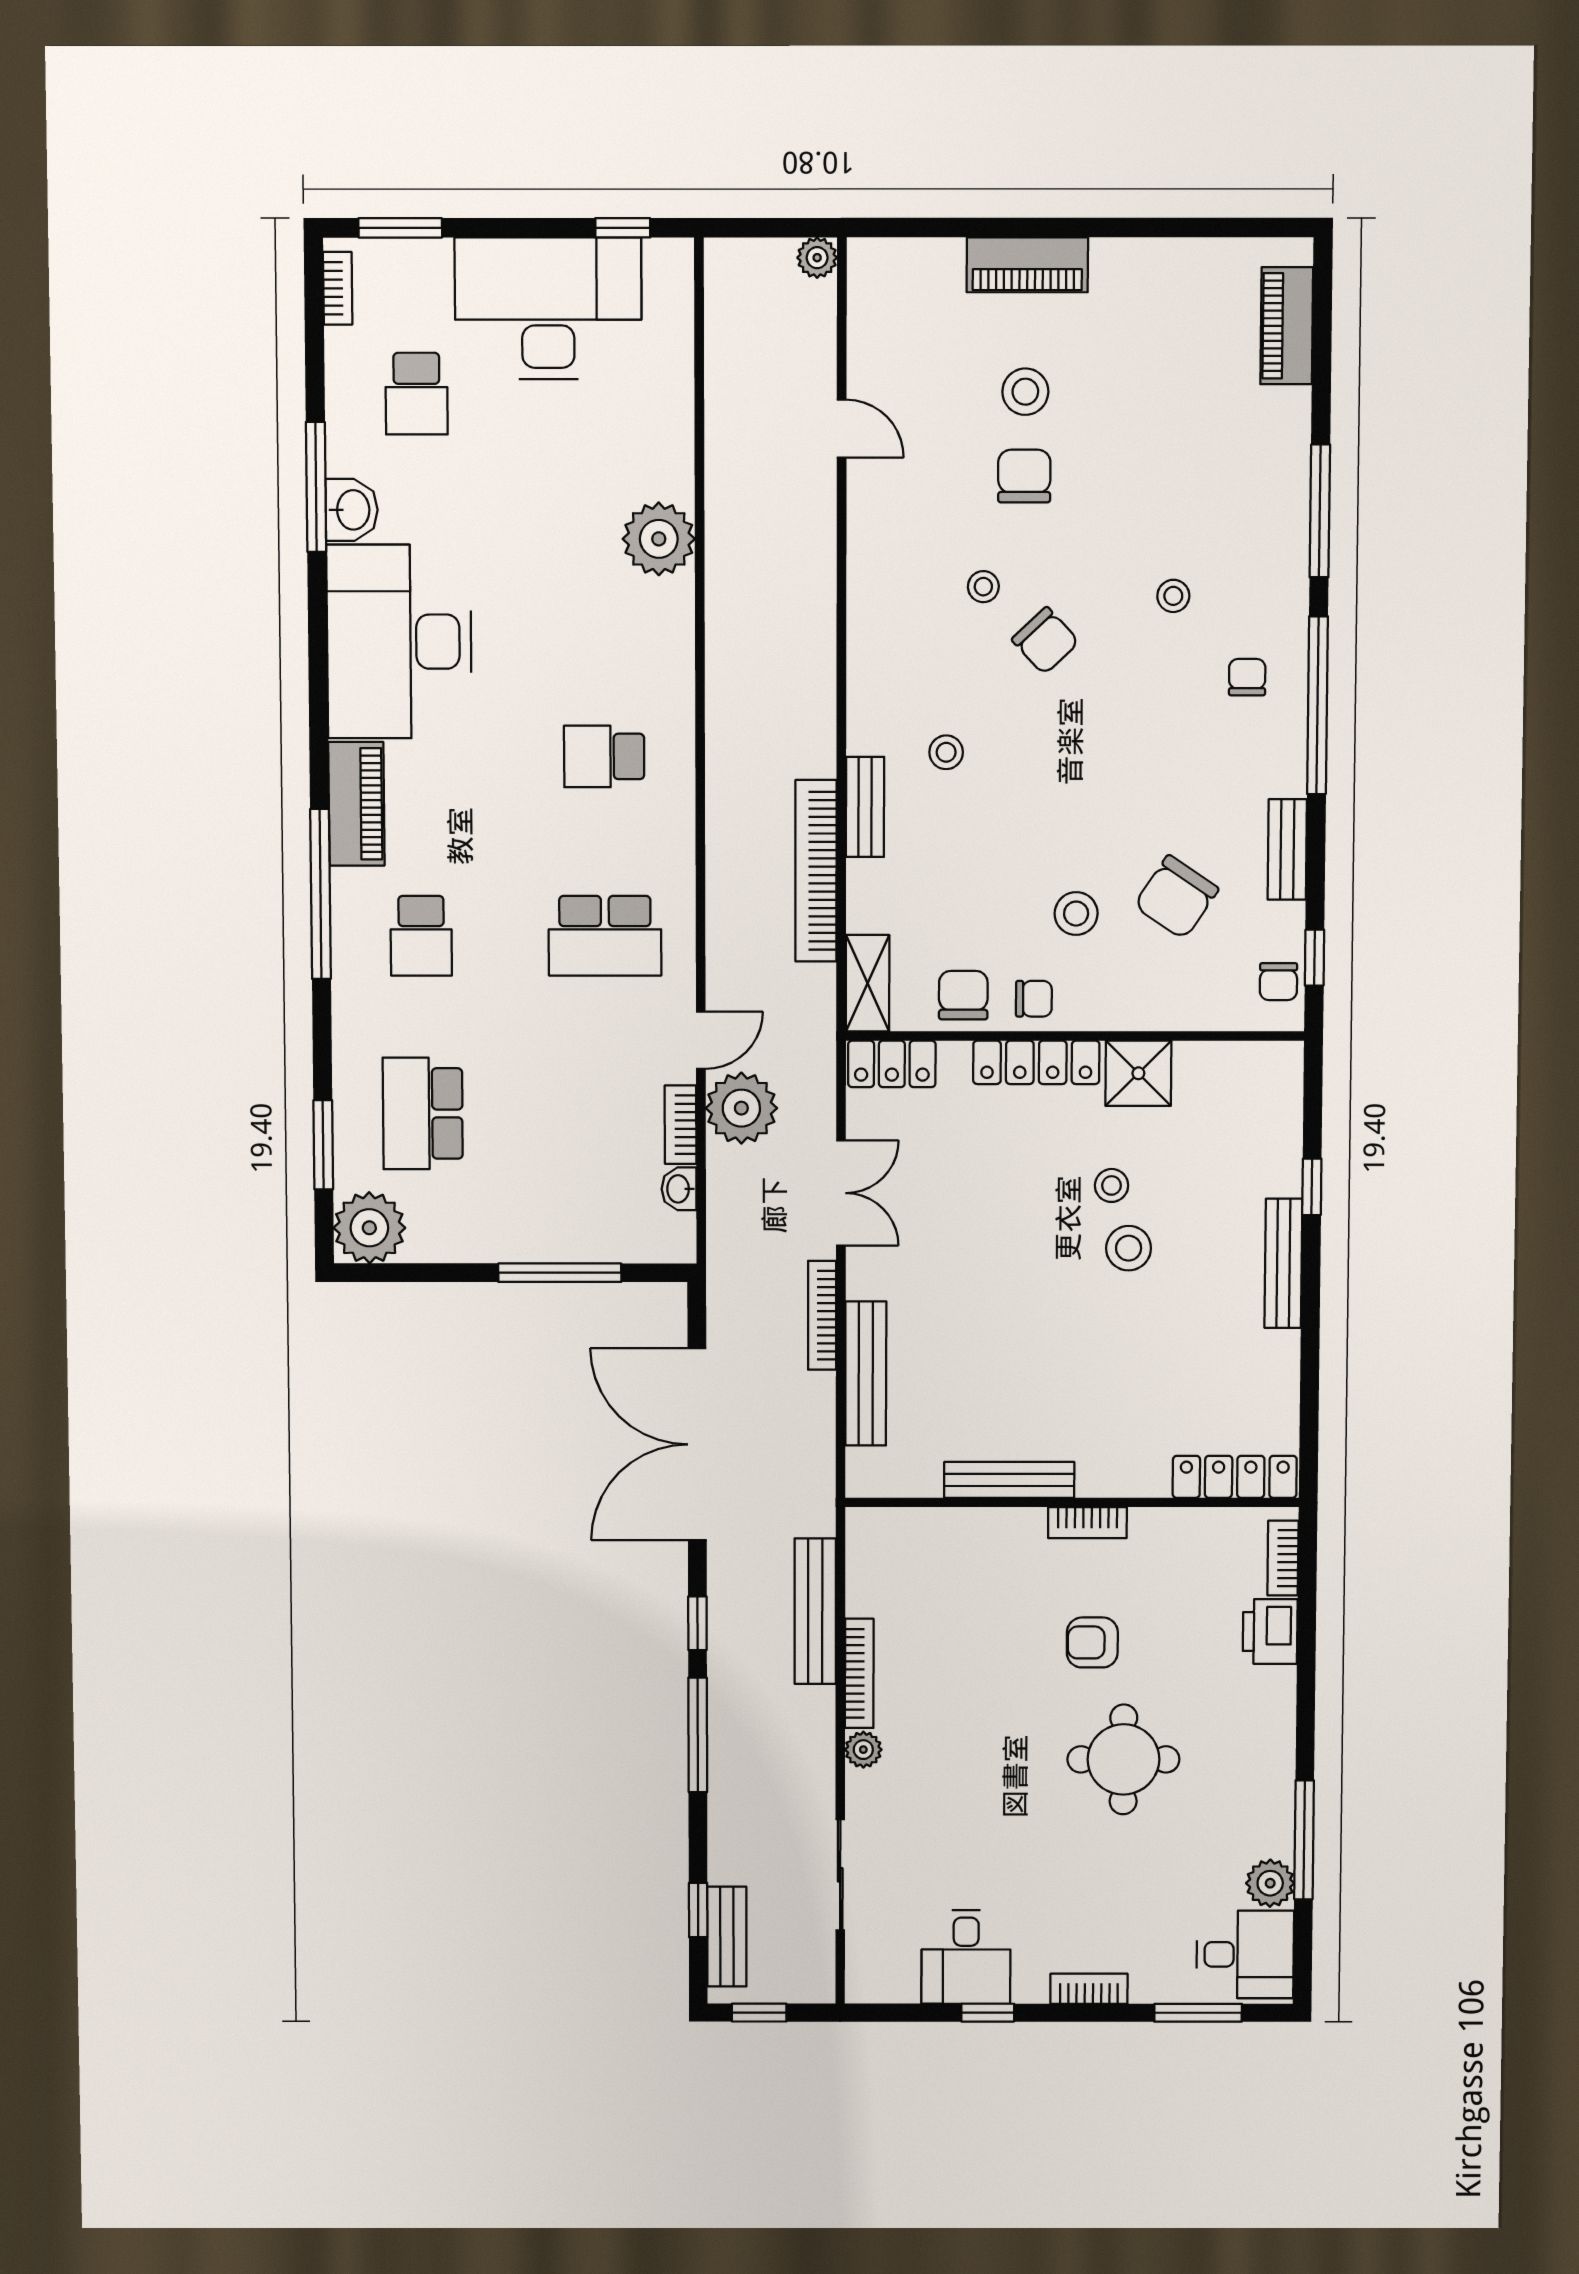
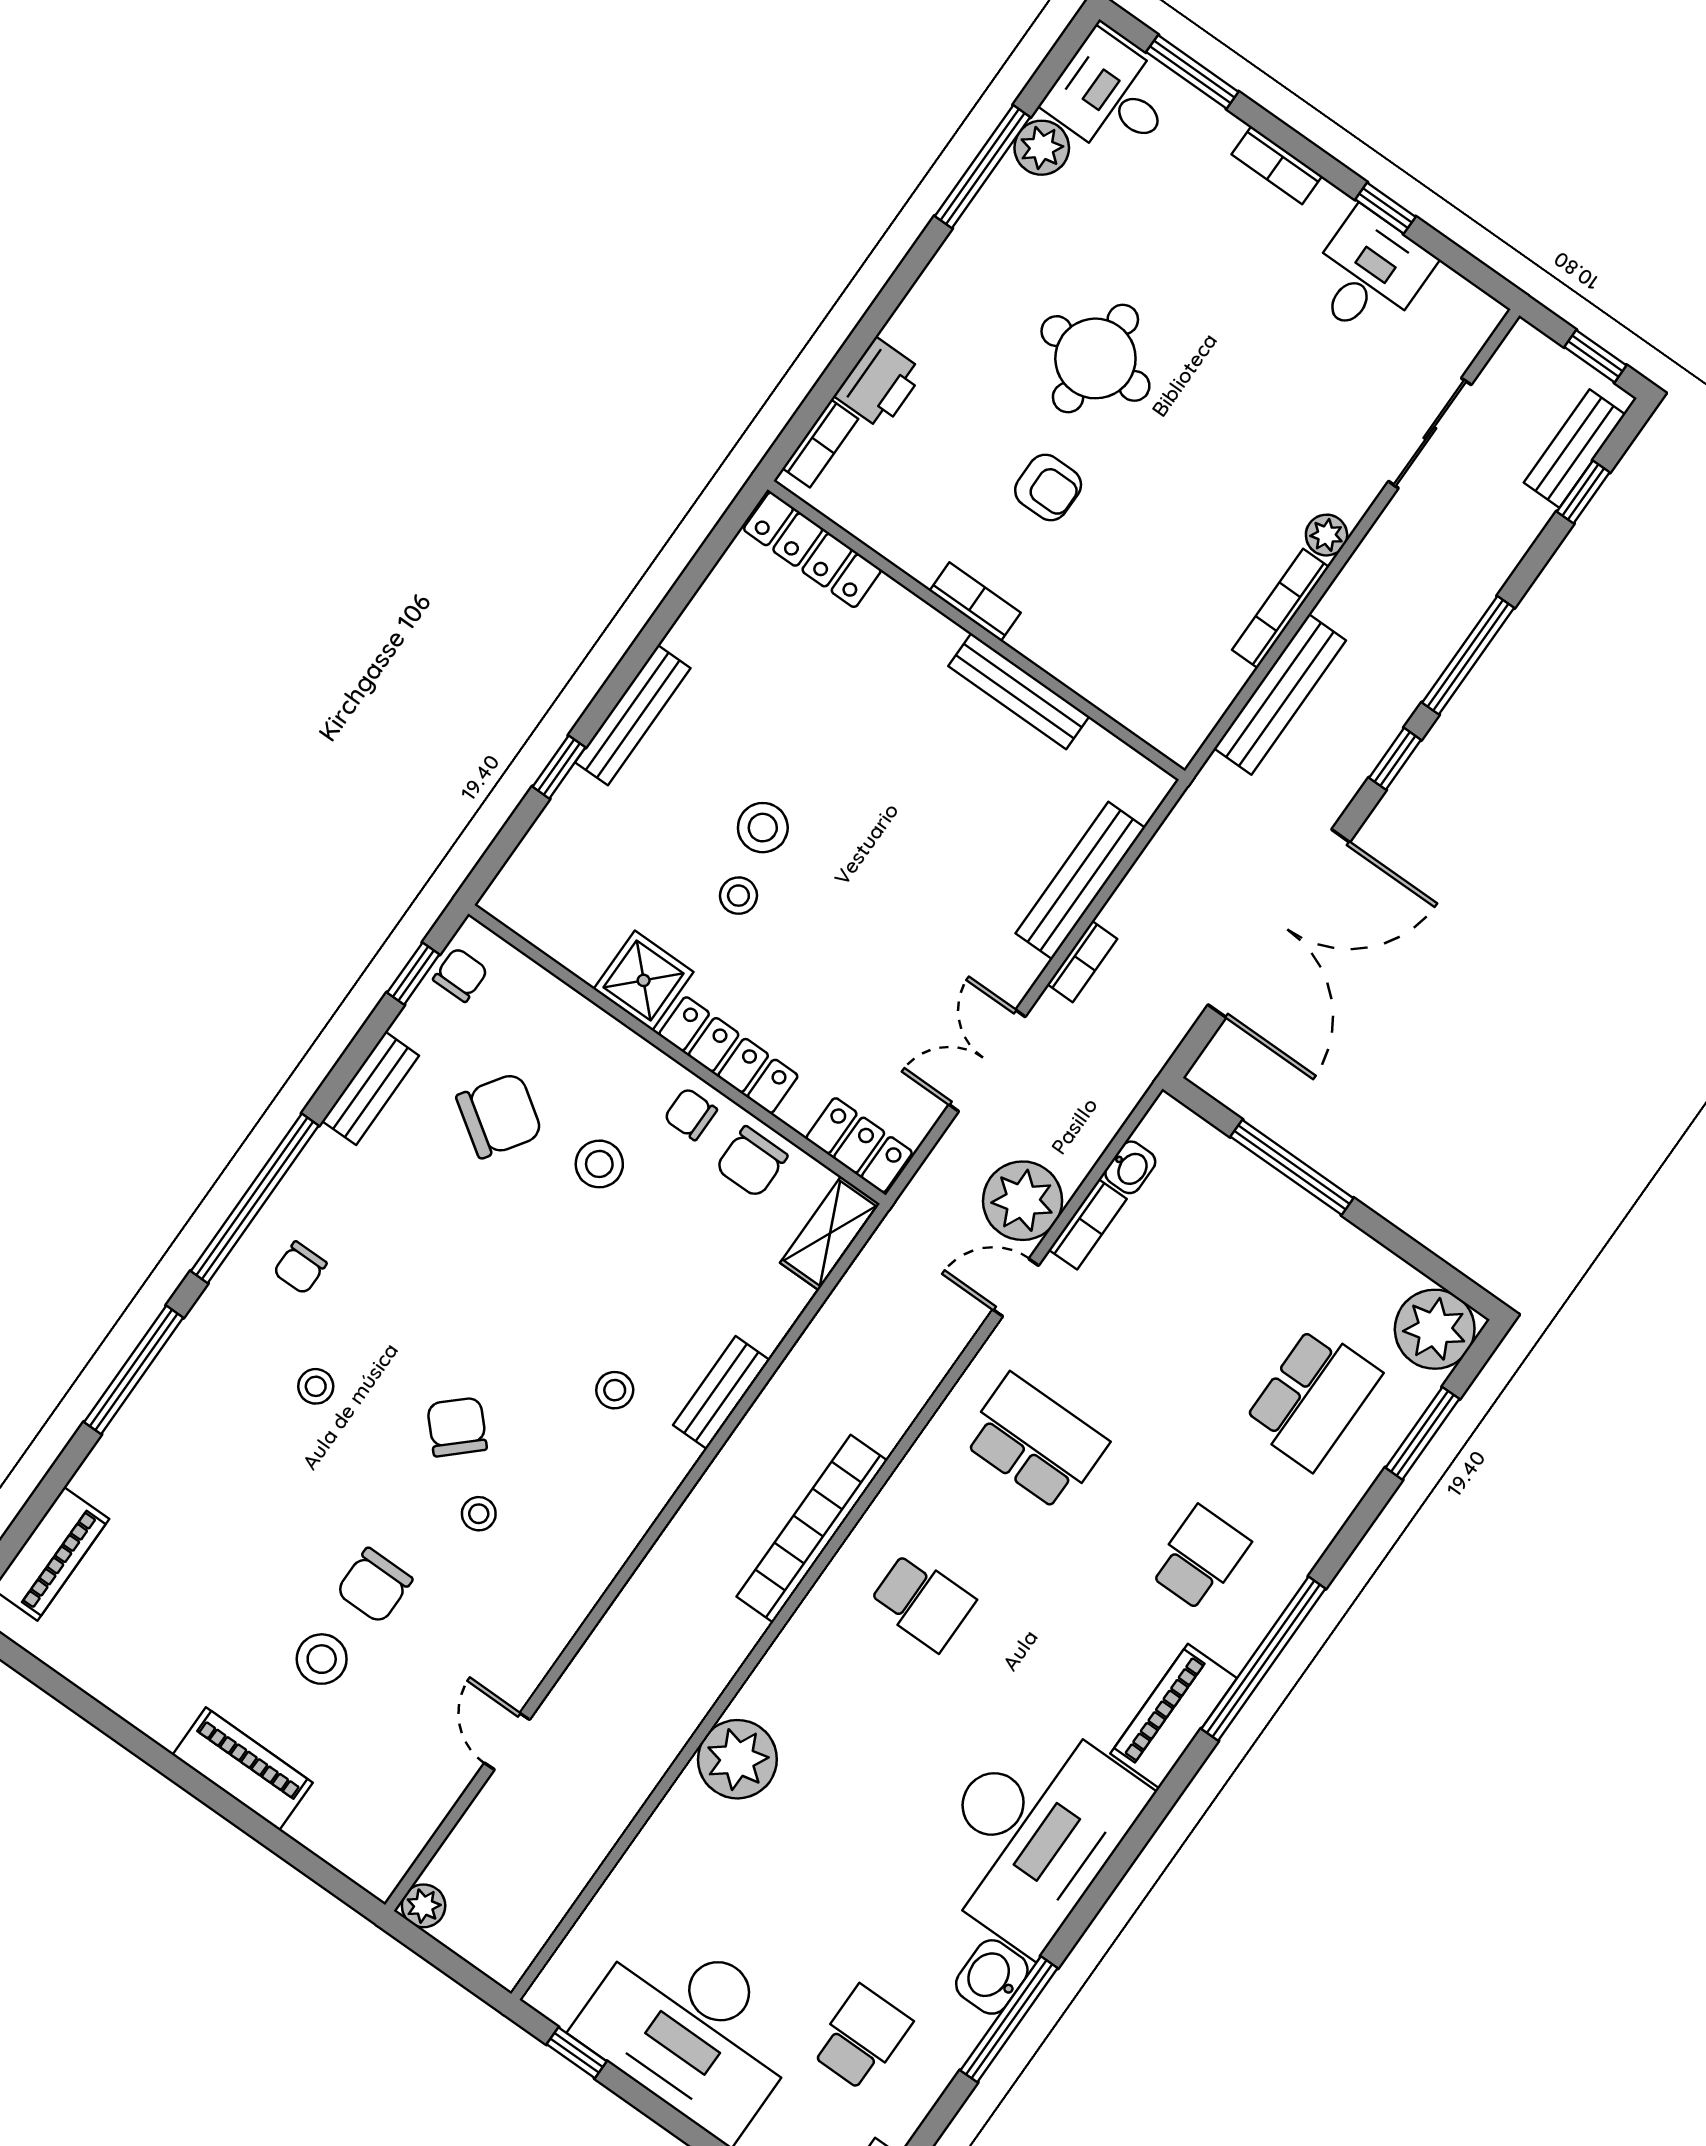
bookcase: (816, 871) -> (812, 1529), moved, turned 180
bookcase: (822, 1315) -> (1082, 962), width x0.64

